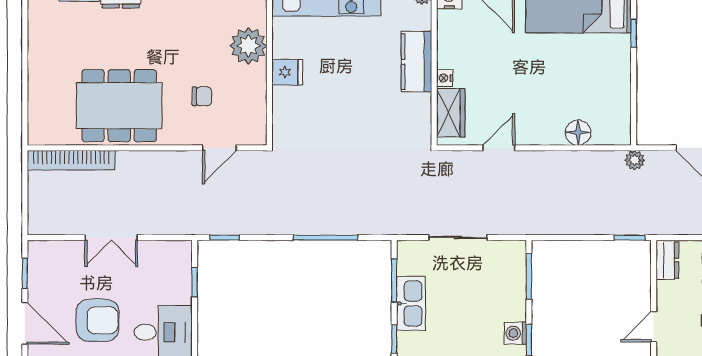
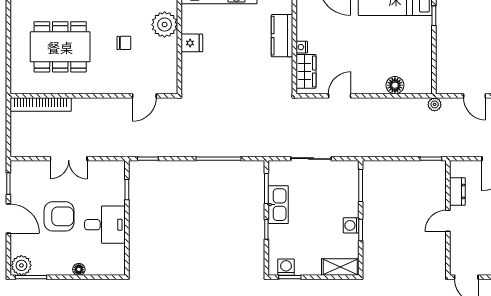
chair: (202, 96) -> (124, 43), moved
dining table: (119, 106) -> (60, 47), moved
dresser: (667, 260) -> (457, 191), moved

